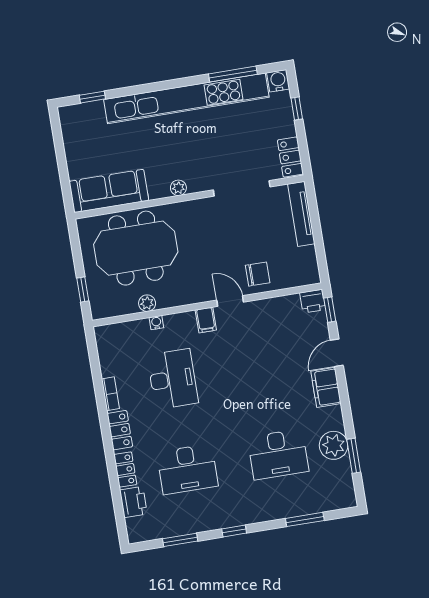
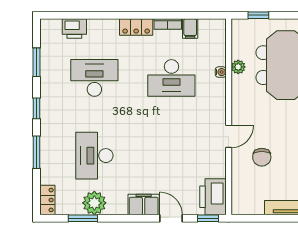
chair: (258, 274) -> (262, 157), moved
printer: (313, 301) -> (213, 197), width x1.87, depth x1.48
filing cabinet: (206, 320) -> (190, 28), moved, turned -90
desk: (187, 469) -> (94, 78), turned 90
locker: (125, 470) -> (47, 200), moved, turned -90
window: (305, 519) -> (36, 152), moved

